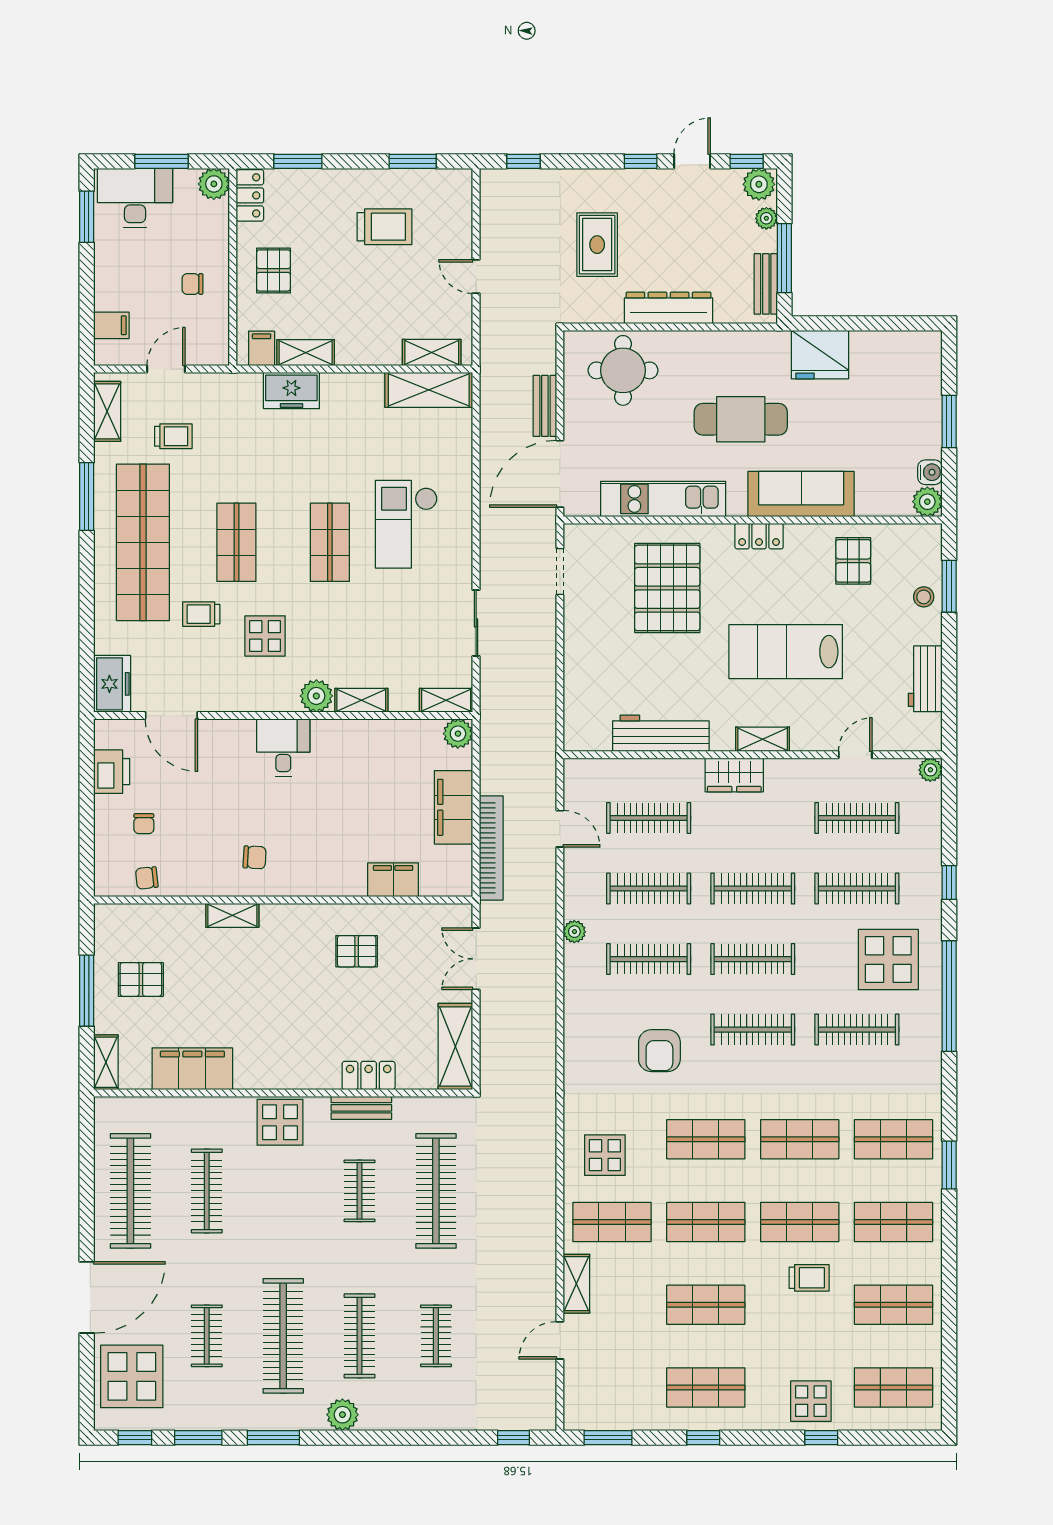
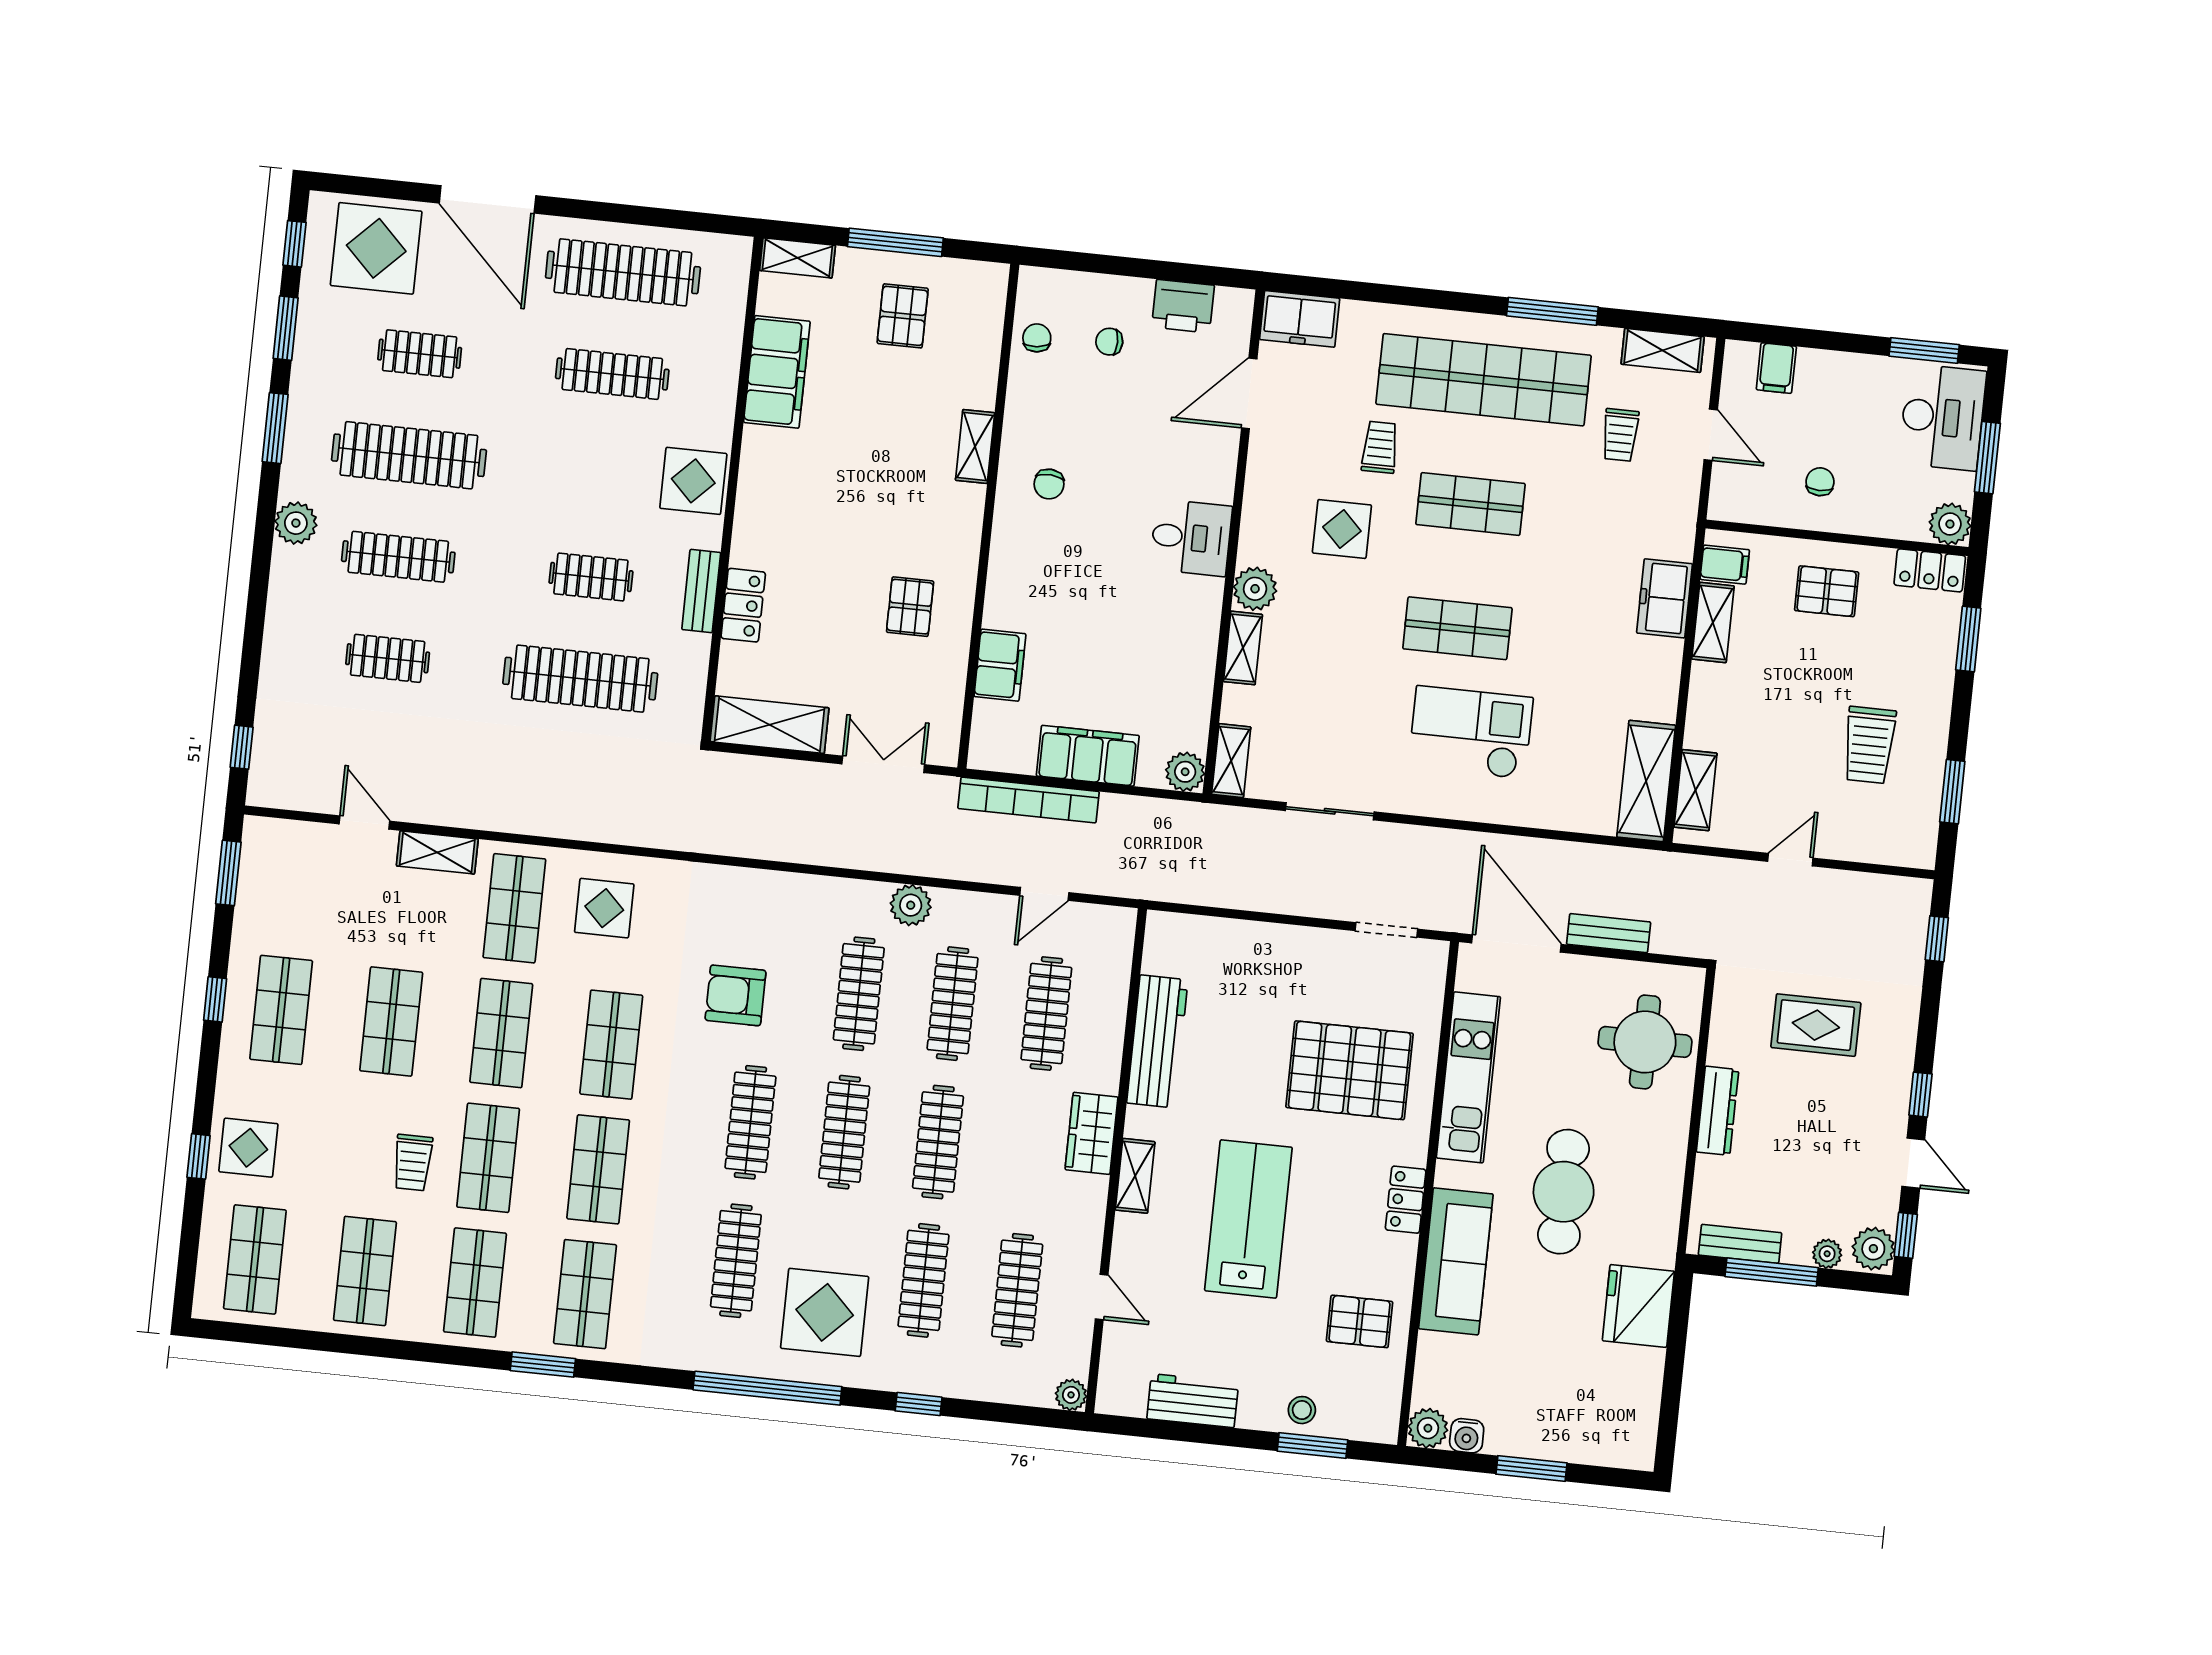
dresser: (669, 308) -> (1717, 1111), width x0.73, depth x0.80
plant: (574, 932) -> (911, 905), width x1.38, depth x1.38

